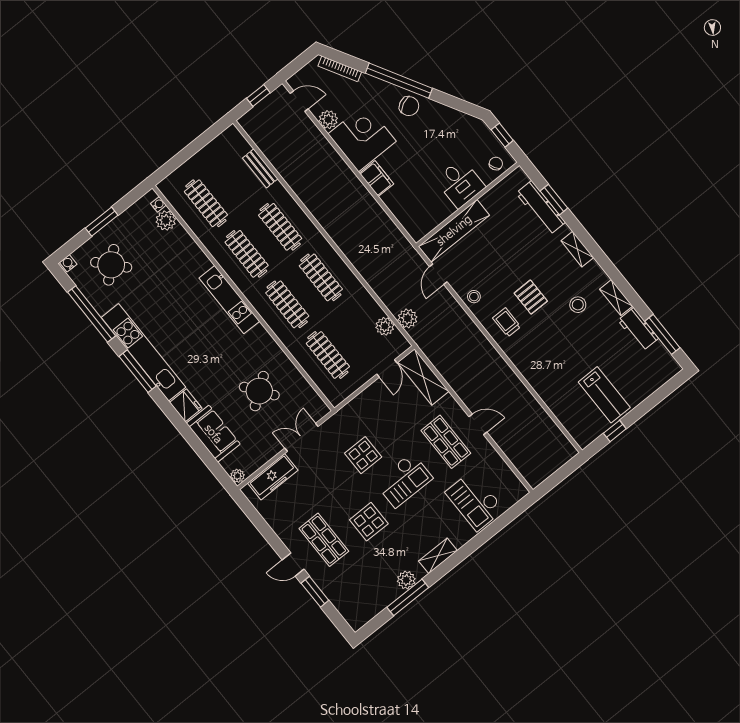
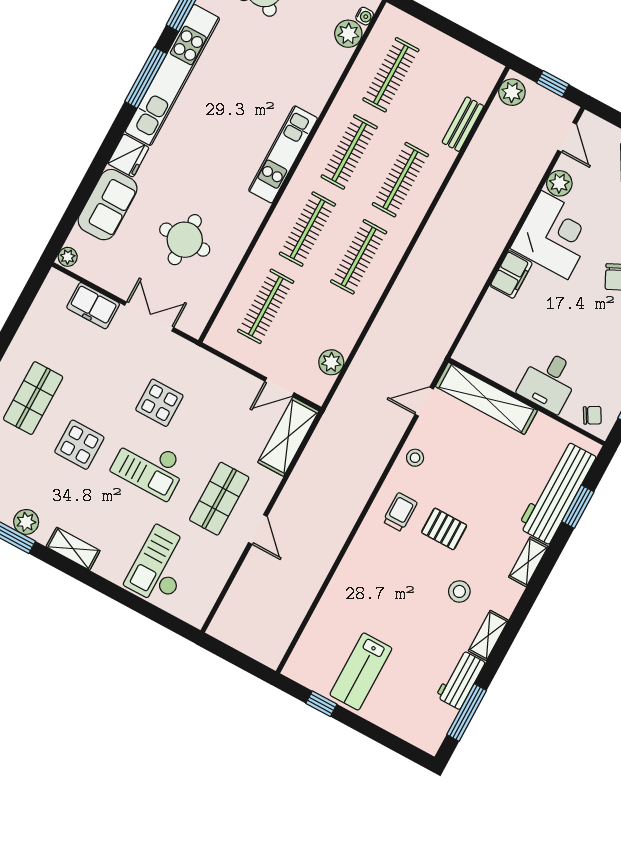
workbench: (541, 208) -> (557, 492), width x1.36, depth x1.32
pallet: (531, 297) -> (444, 529), turned 90
plant: (407, 318) -> (512, 92), moved
round table: (259, 391) -> (185, 240), turned 36
freezer: (273, 477) -> (93, 306), width x0.71

